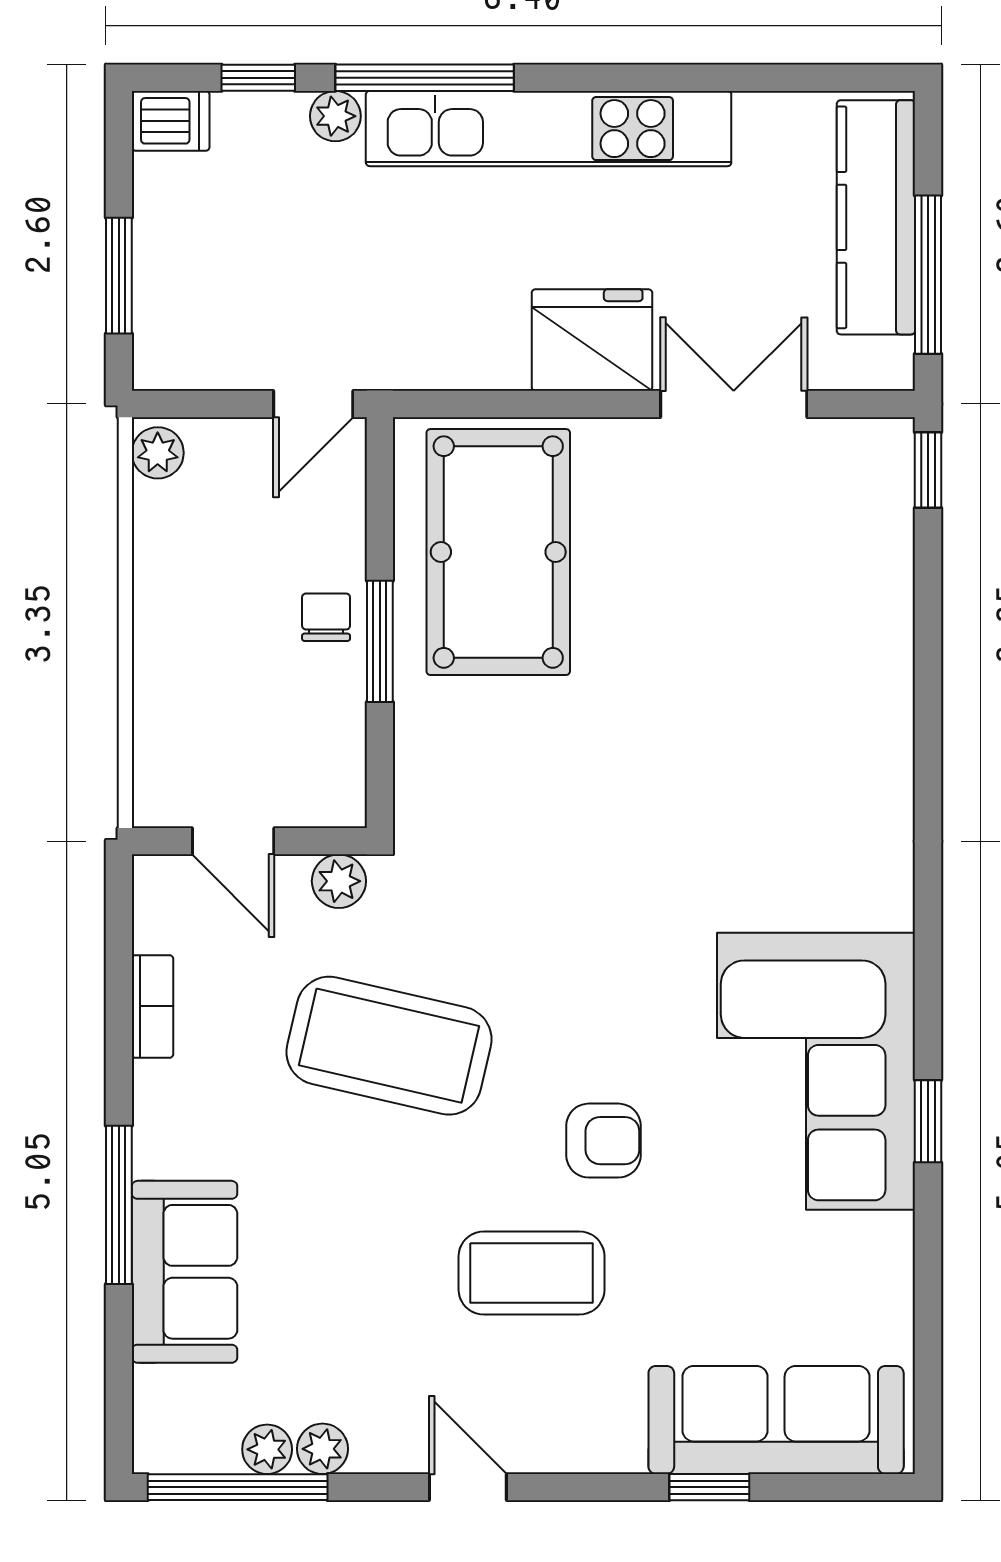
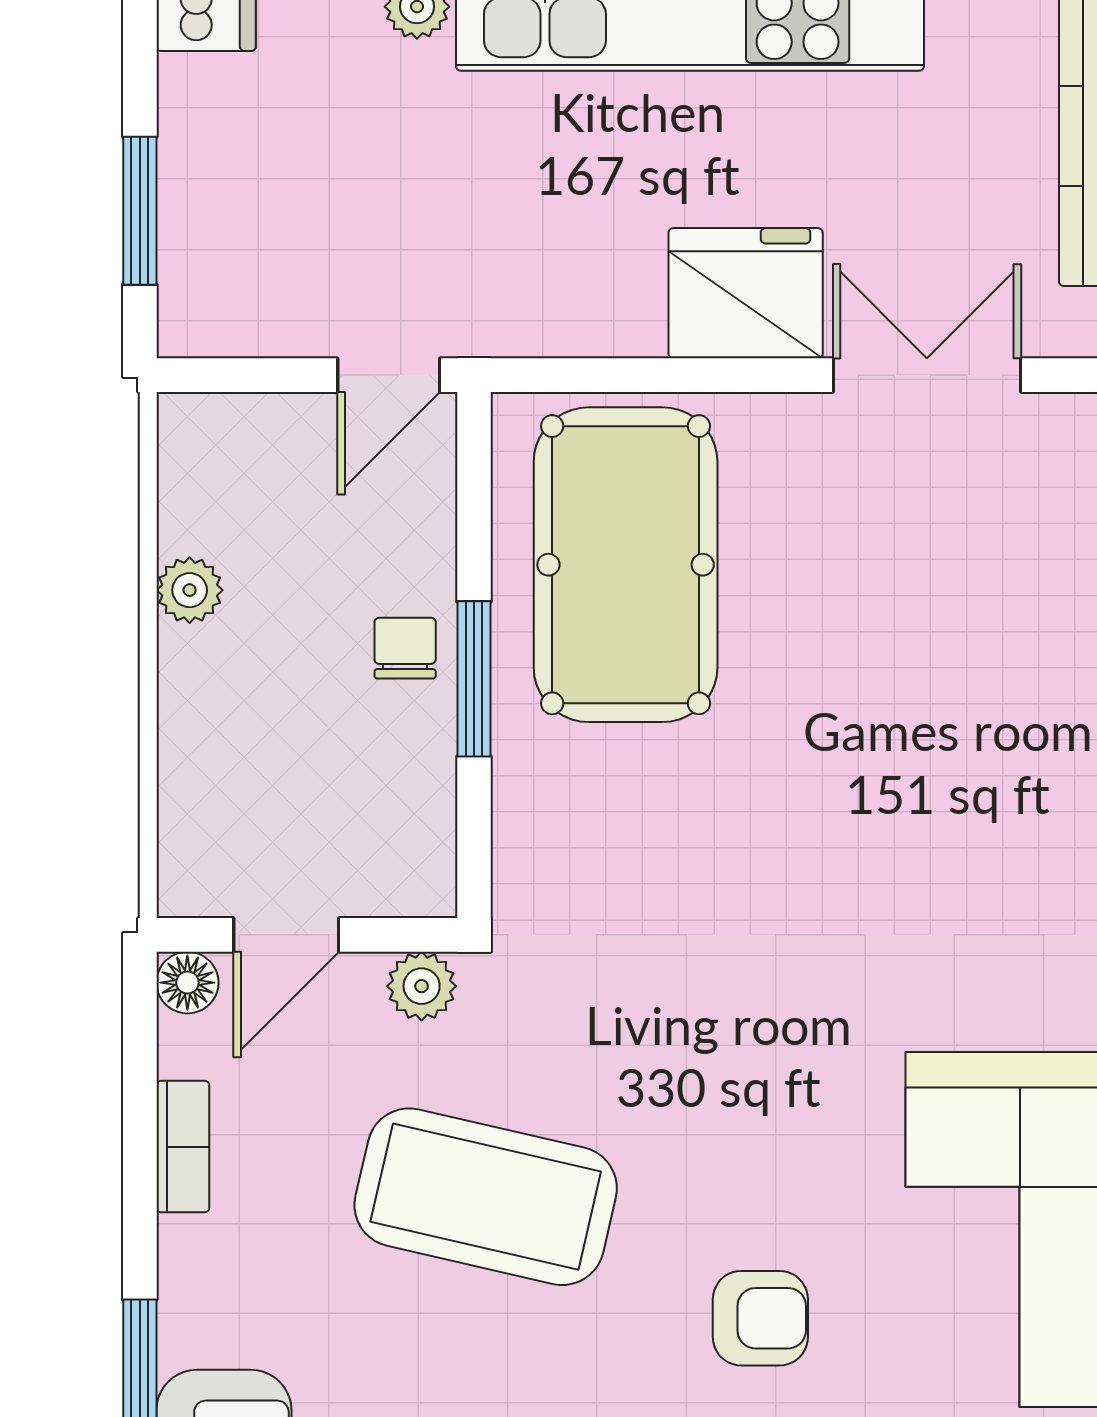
plant: (158, 453) -> (190, 590), moved
door: (233, 841) -> (286, 935), hinge flipped
floor lamp: (156, 878) -> (187, 983), added

